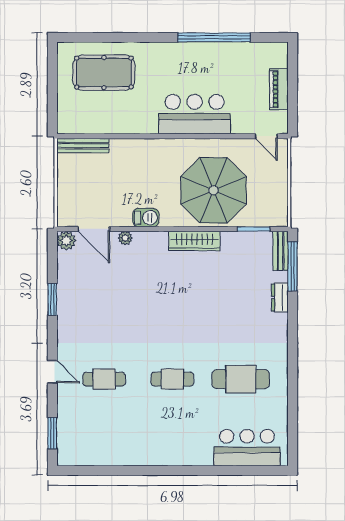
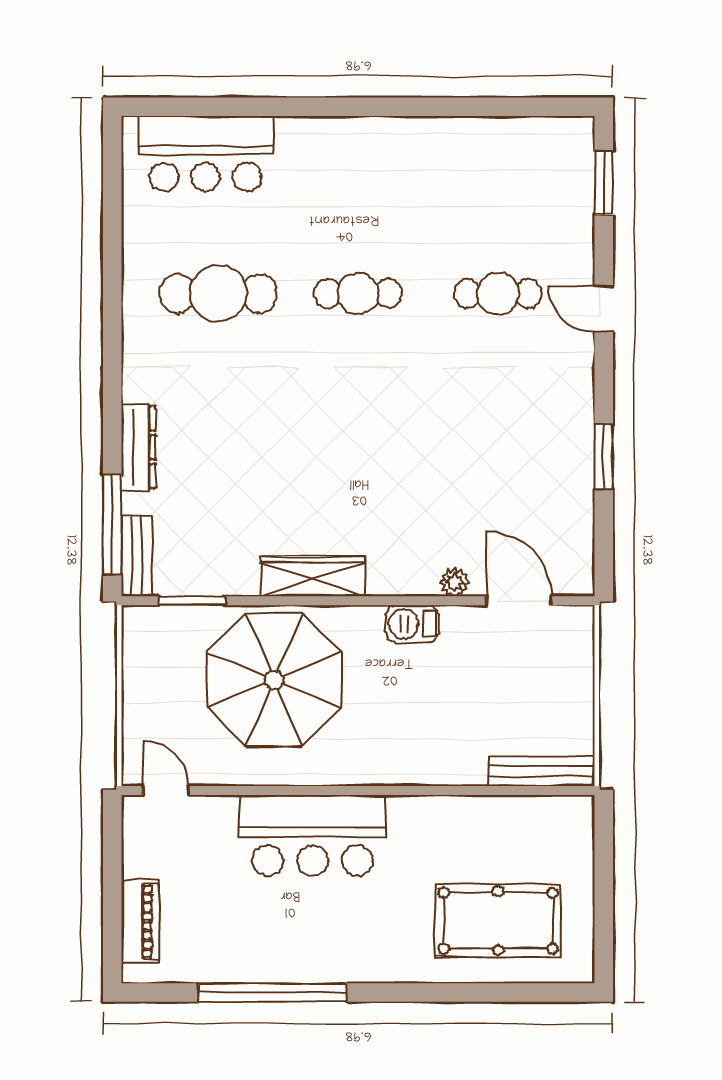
piano: (279, 89) -> (140, 921), moved
plant: (66, 241) -> (575, 577), removed
dresser: (280, 297) -> (138, 447), width x1.44

